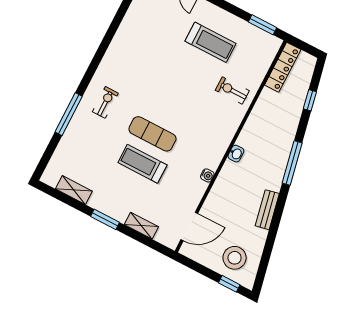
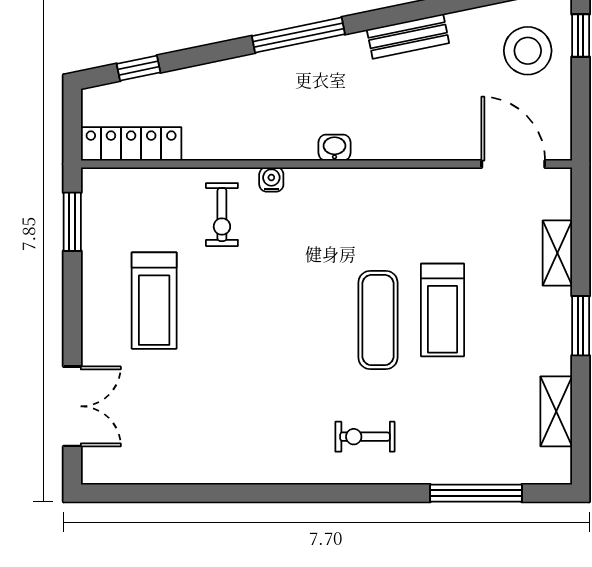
treadmill: (210, 42) -> (154, 301), turned 180
window: (310, 100) -> (139, 68), moved
window: (69, 114) -> (476, 493), moved
water cooler: (207, 175) -> (271, 179), moved

